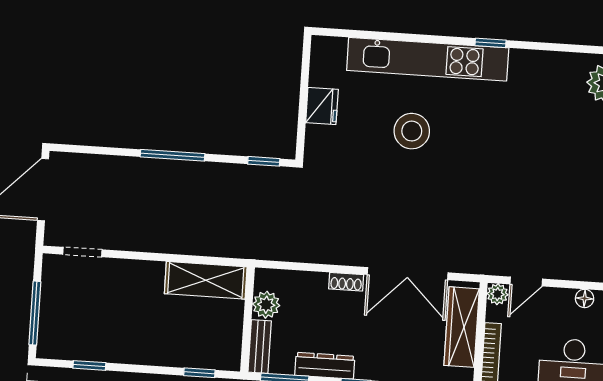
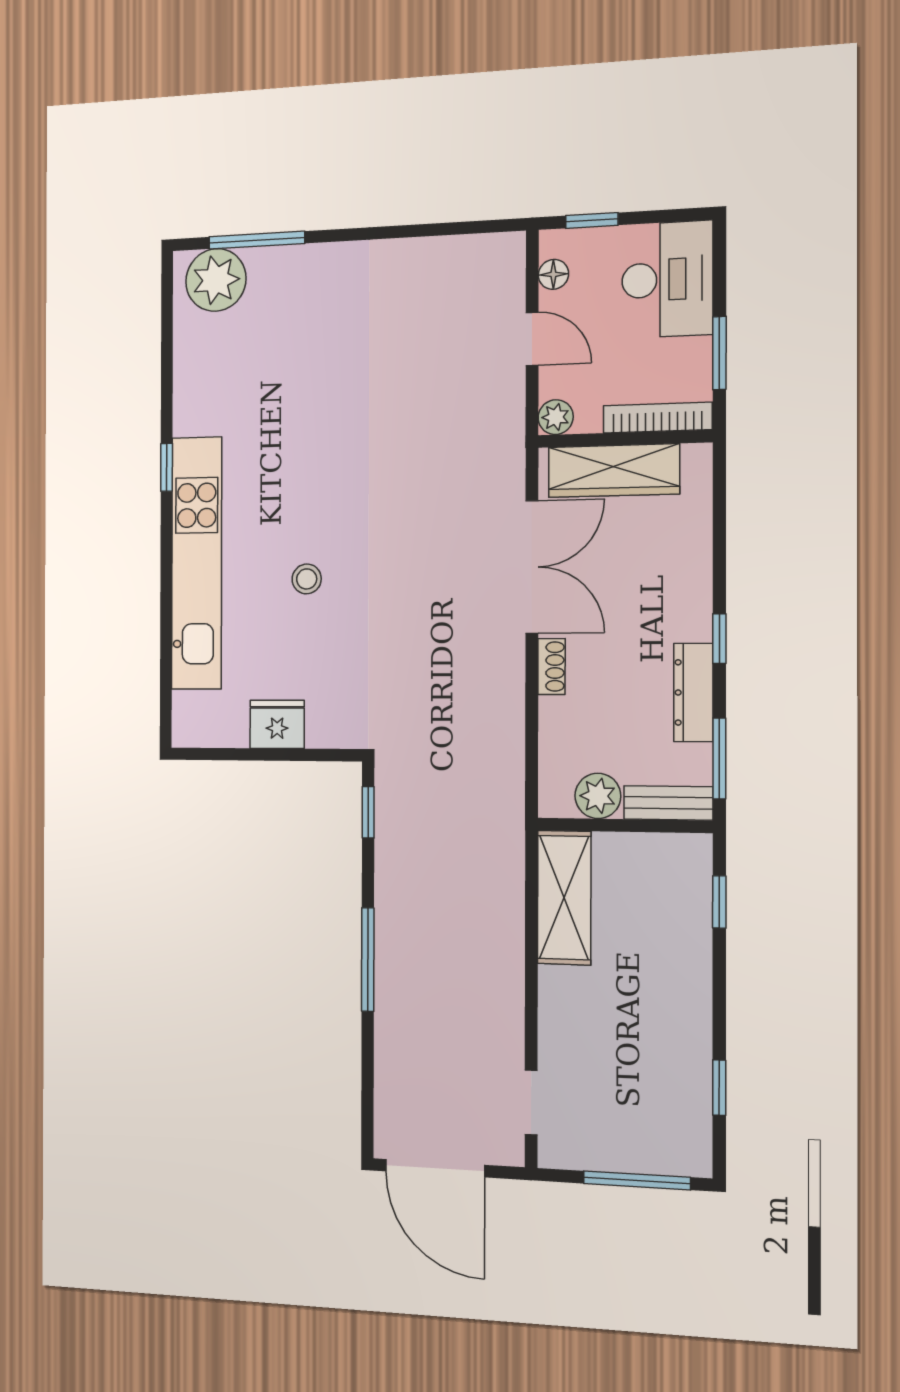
stool: (412, 131) -> (307, 579), width x0.53, depth x0.53
door: (526, 281) -> (532, 339), moved

